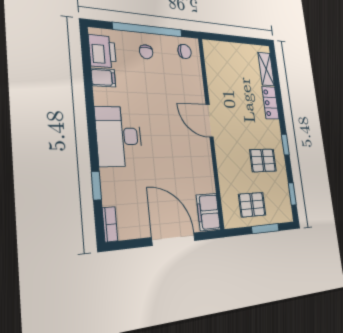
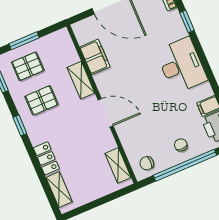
shelving: (211, 64) -> (118, 165), added
shelving: (224, 165) -> (81, 80), added
pallet: (252, 205) -> (28, 66), moved
filing cabinet: (208, 212) -> (95, 57), moved

